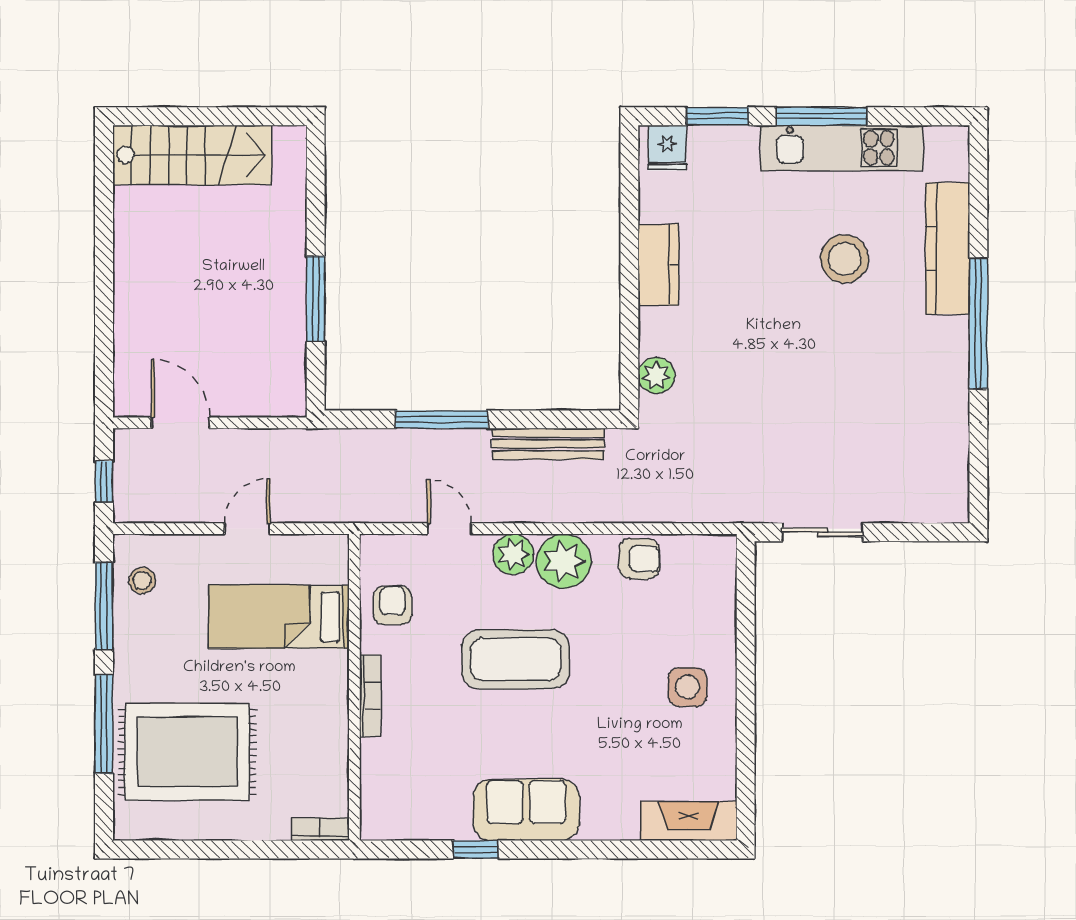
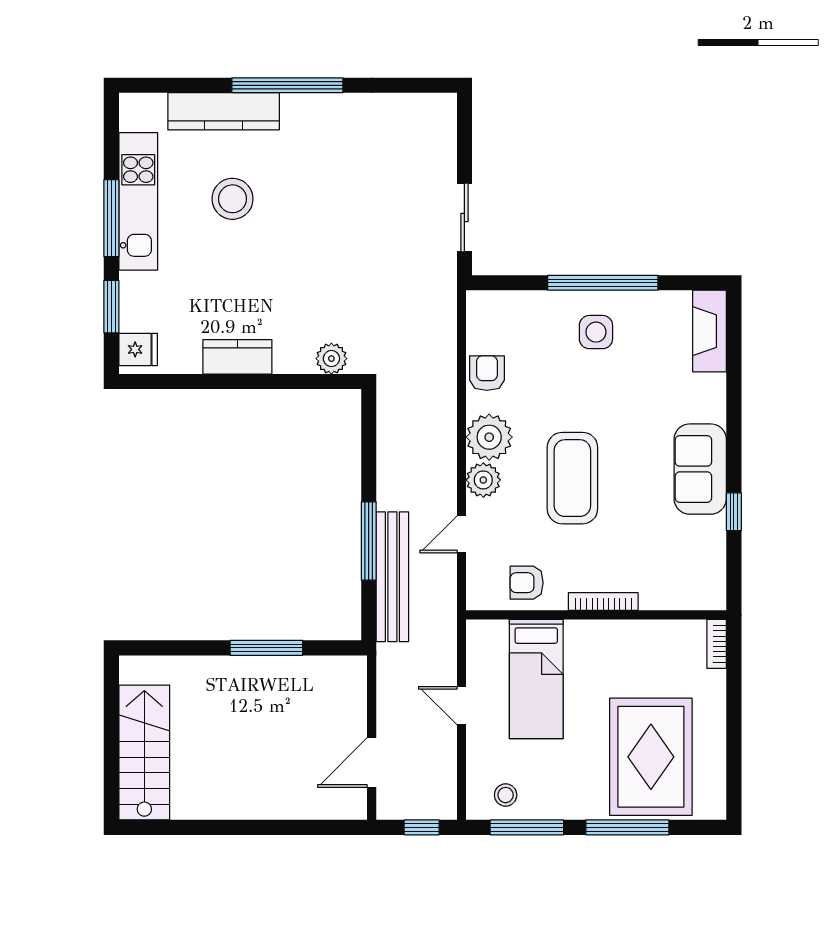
bench: (548, 444) -> (392, 577), moved, width x1.37, depth x1.21
window: (746, 695) -> (603, 283), added

